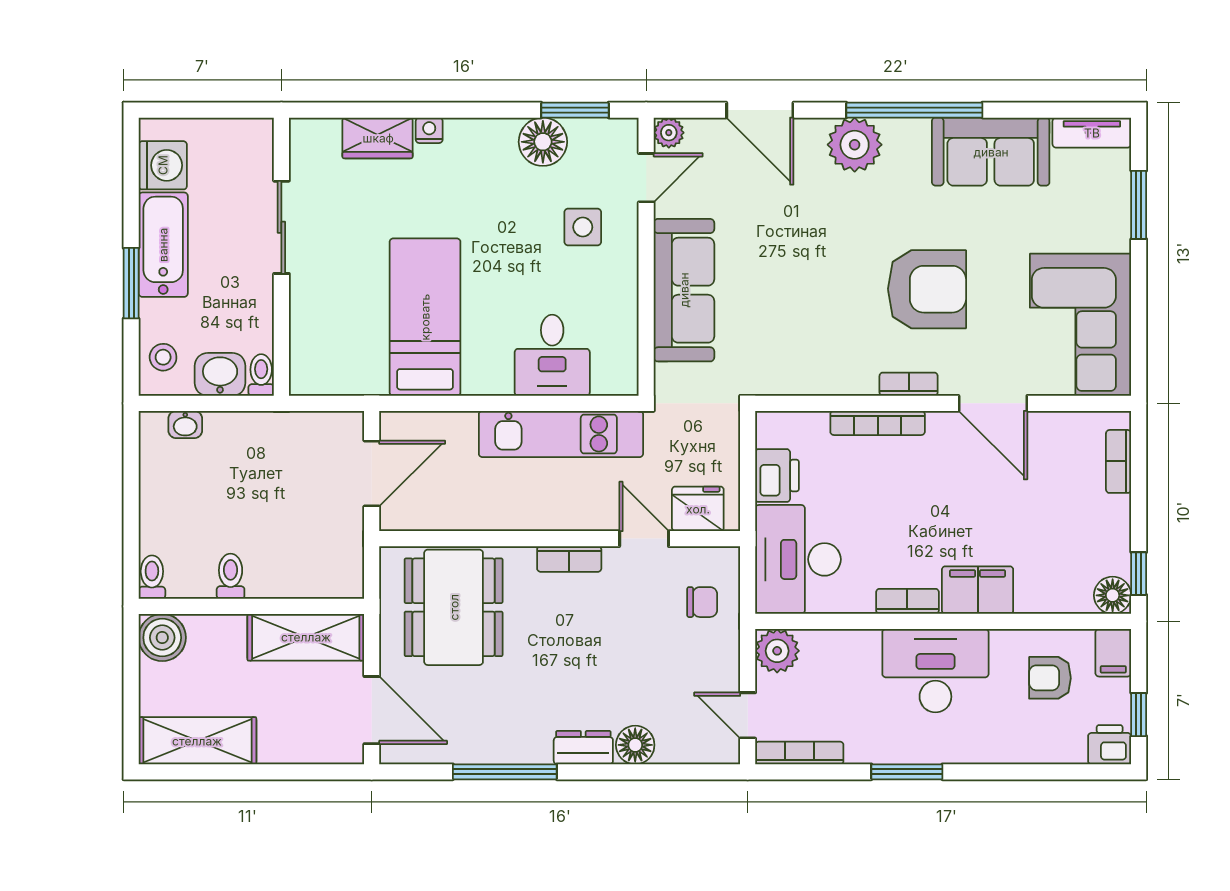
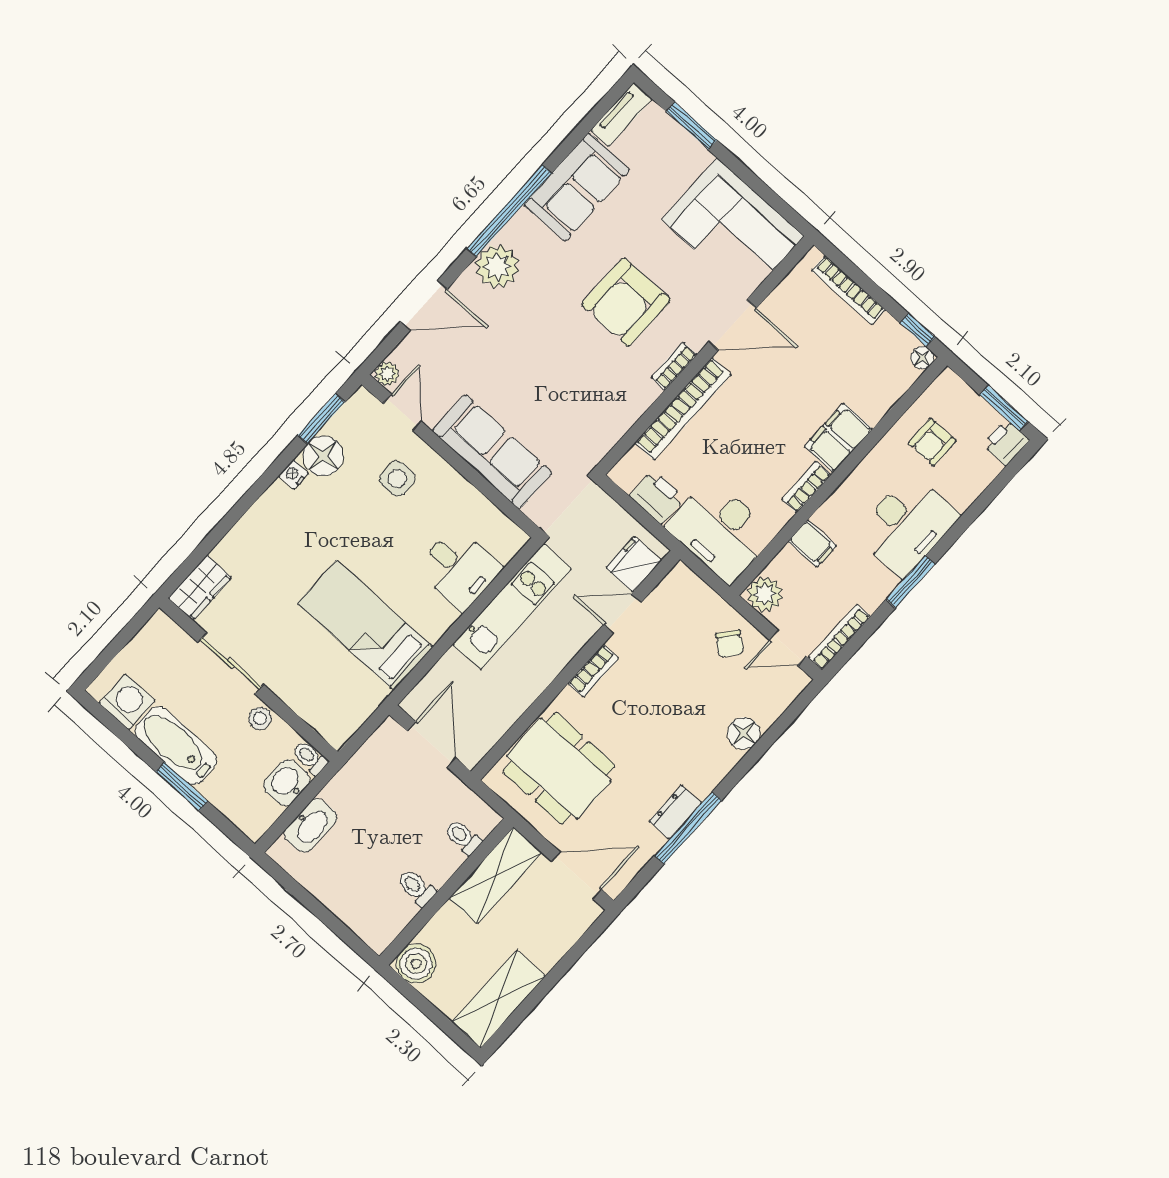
nightstand: (429, 130) -> (294, 474), moved
wardrobe: (378, 138) -> (200, 588), moved
armchair: (927, 289) -> (626, 302), turned 180
stool: (163, 357) -> (260, 718), moved
bookcase: (878, 423) -> (683, 409), width x1.48, depth x1.31
washbasin: (185, 425) -> (311, 825), width x1.91, depth x1.45
bookcase: (1119, 461) -> (848, 290), width x1.56
toilet: (152, 577) -> (463, 837), moved
floor lamp: (1113, 595) -> (922, 358), width x0.73, depth x0.73
chair: (702, 602) -> (730, 644), moved, turned 129
filing cabinet: (1113, 653) -> (812, 544), moved
desk: (935, 671) -> (907, 525), moved, turned 180
window: (1139, 715) -> (1004, 408), width x1.50
dresser: (583, 748) -> (675, 812), moved

